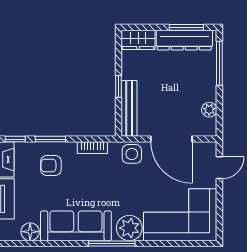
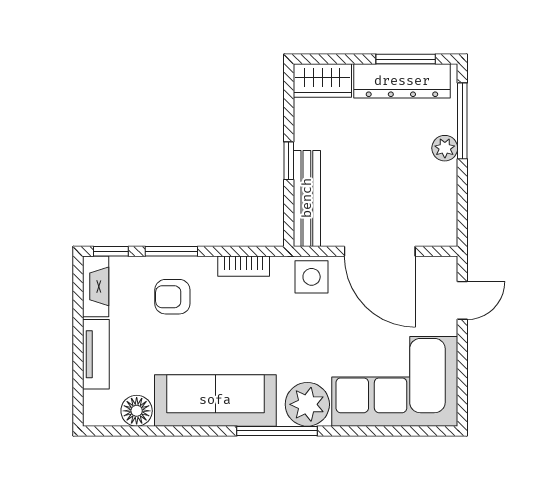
plant: (209, 110) -> (445, 148), moved

